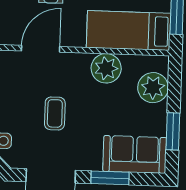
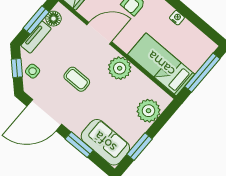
plant: (106, 68) -> (120, 68), moved
coffee table: (55, 113) -> (77, 79), turned 90

